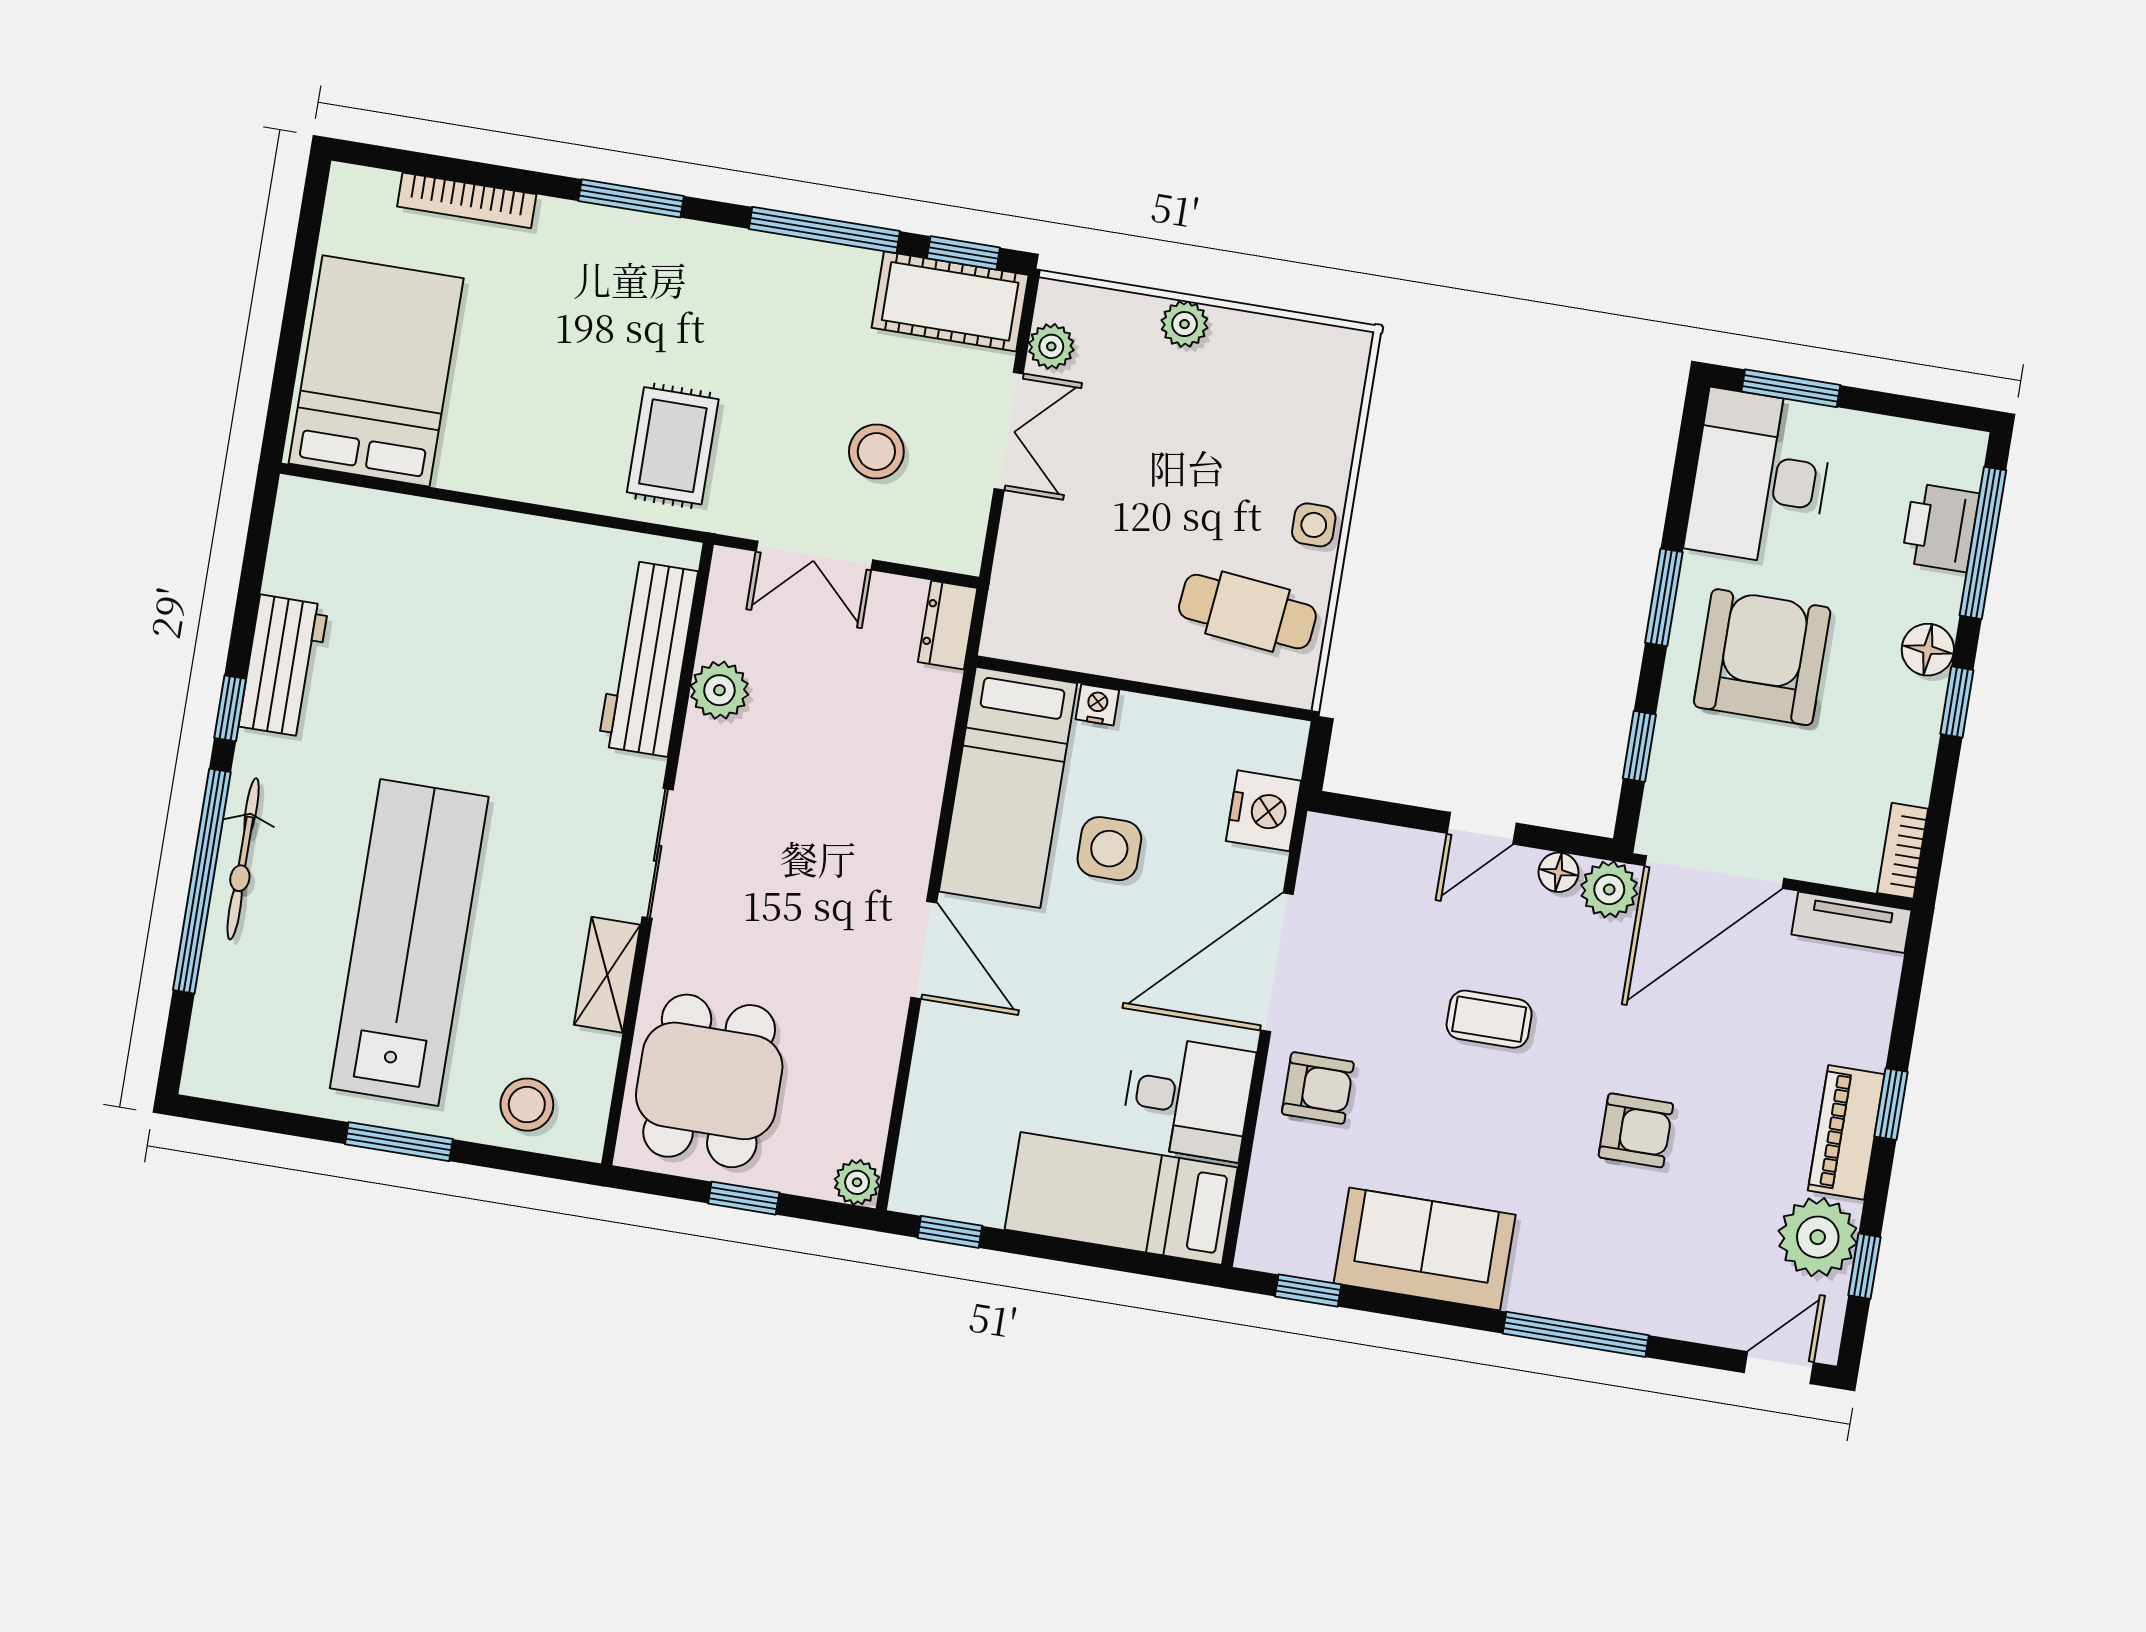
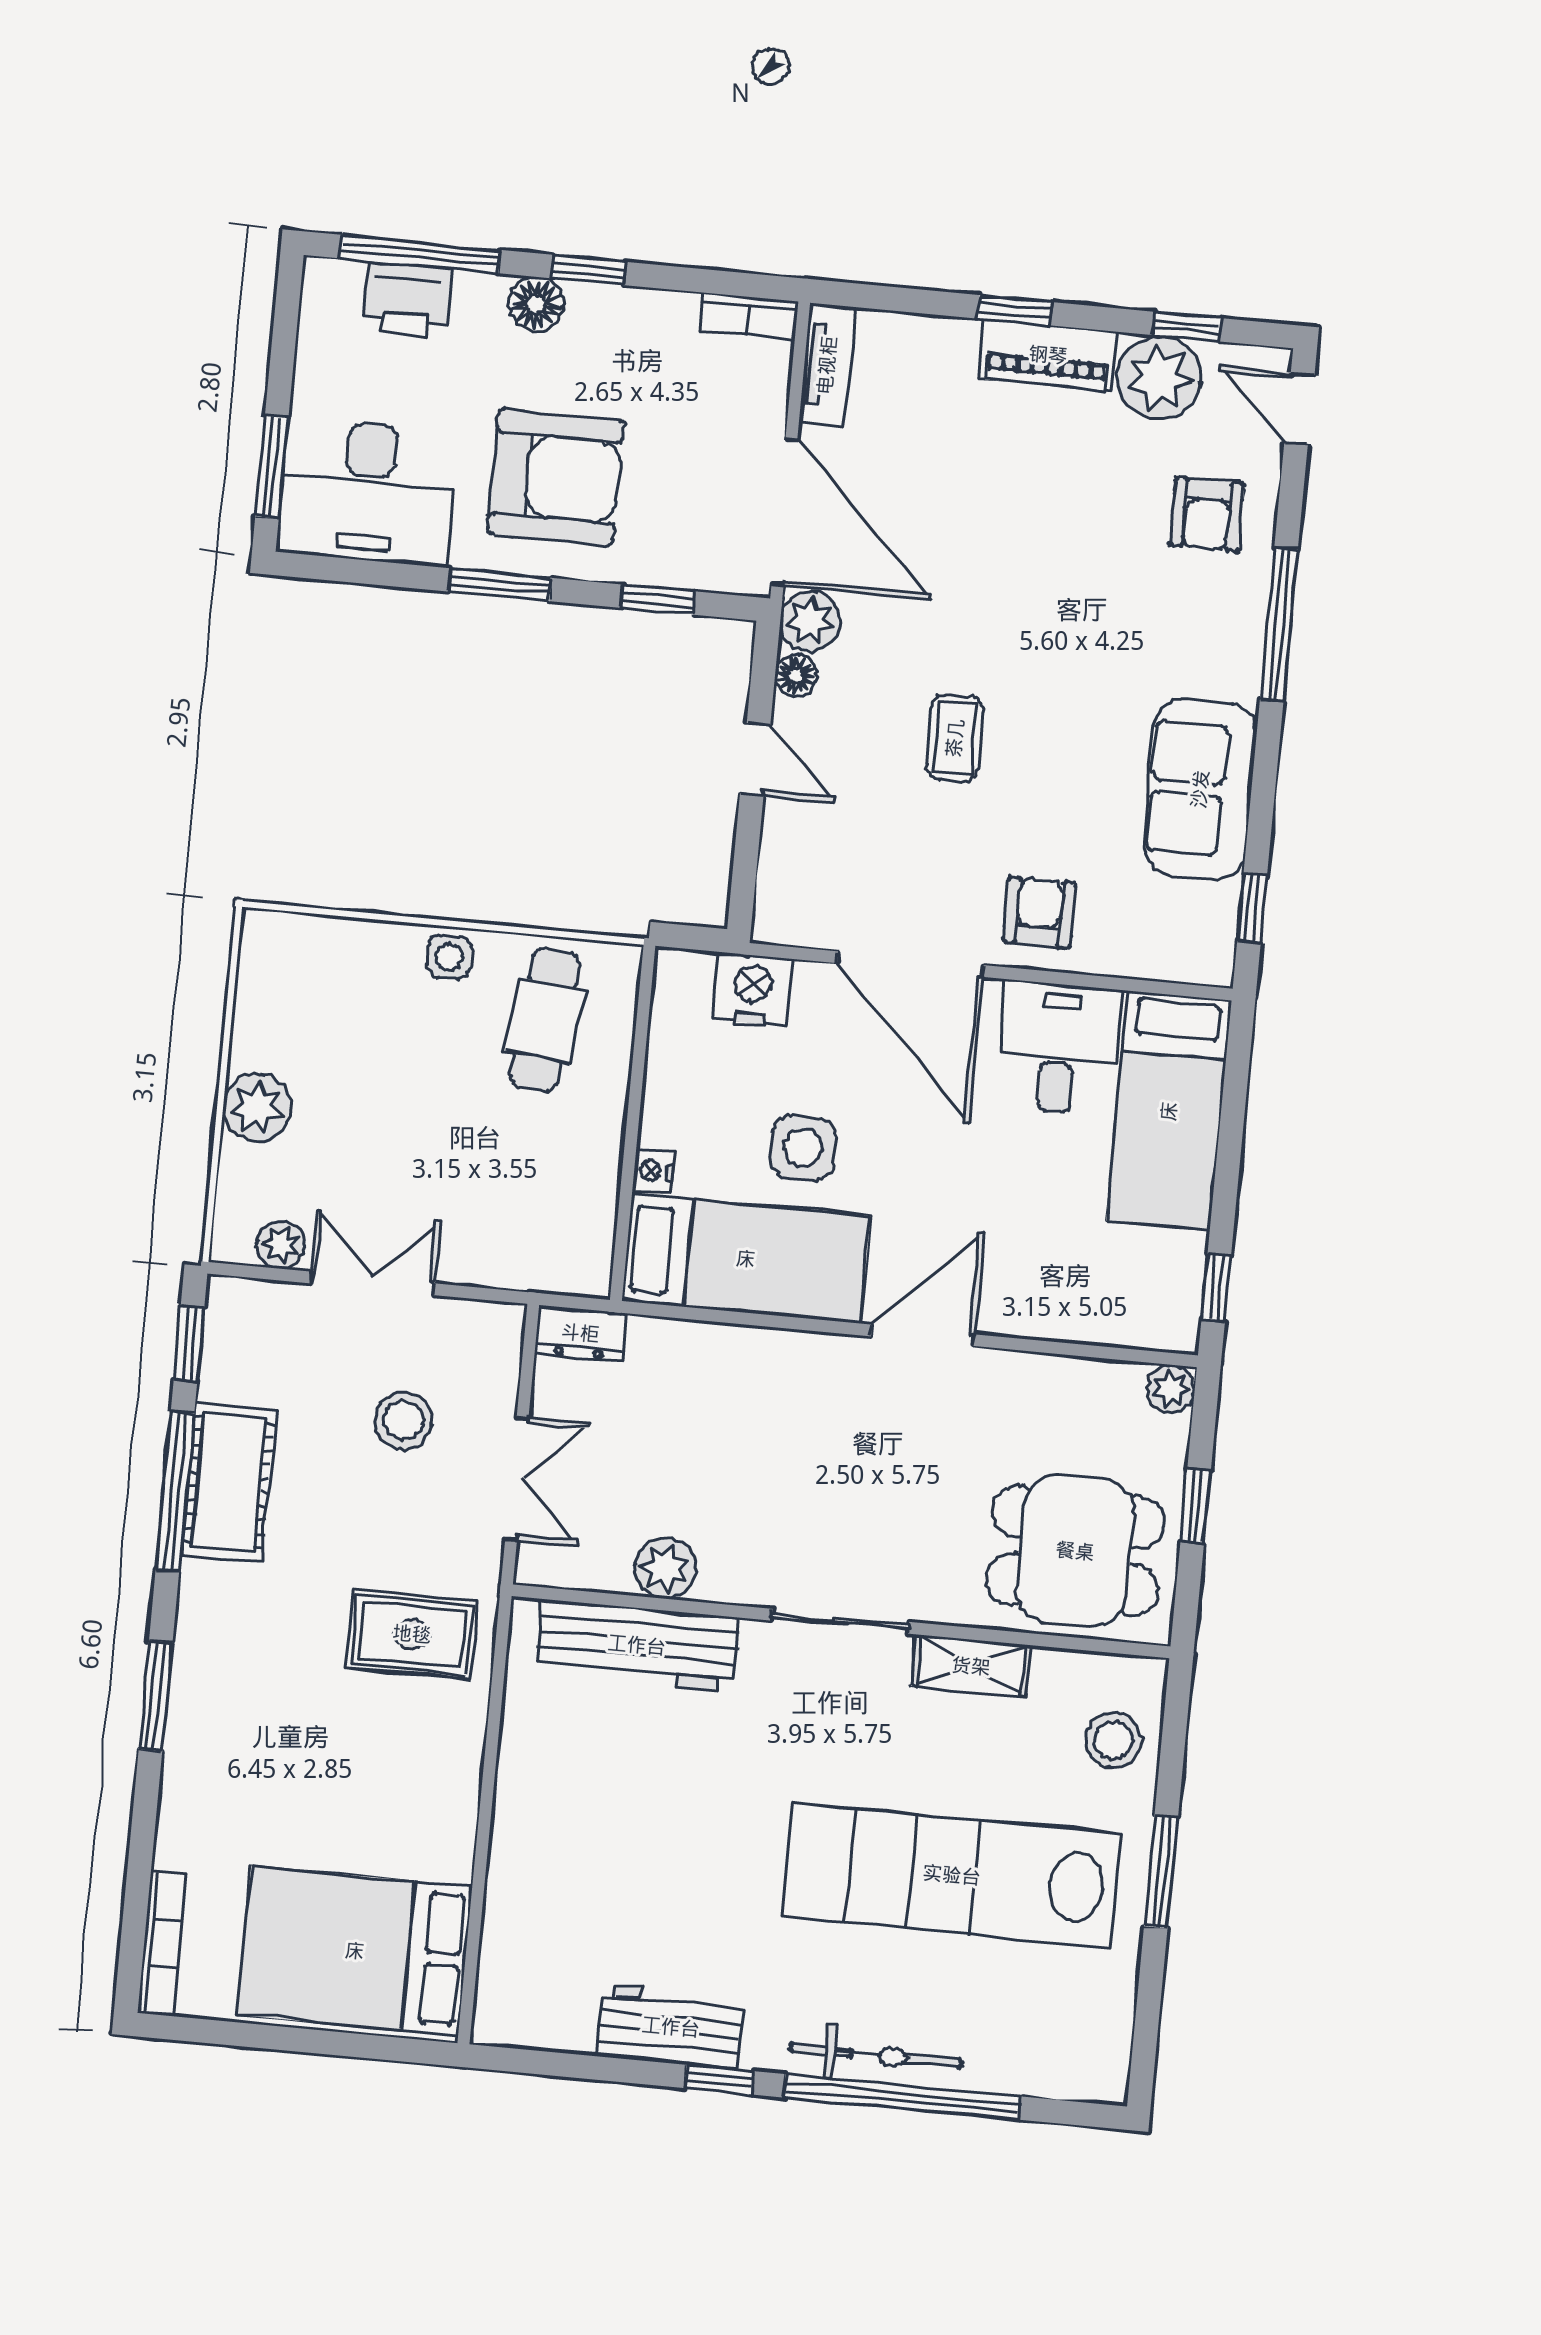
bookcase: (467, 200) -> (162, 1944), moved
cot: (950, 301) -> (229, 1482), moved
plant: (1184, 324) -> (257, 1108), width x1.38, depth x1.38
armchair: (1762, 657) -> (556, 477), turned 180
armchair: (1636, 1130) -> (1207, 514), moved, turned 180

